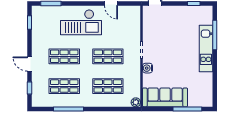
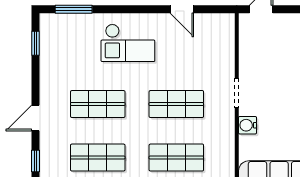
checkout: (81, 22) -> (128, 43), width x0.73, depth x0.83
door: (30, 64) -> (35, 118), hinge flipped

